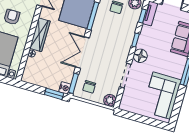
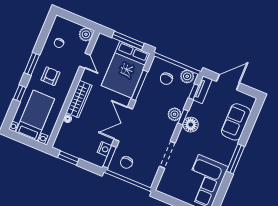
floor lamp: (140, 56) -> (191, 125), moved
nightstand: (65, 88) -> (104, 149), moved
window: (54, 94) -> (68, 158), moved
plant: (110, 100) -> (175, 114), moved

